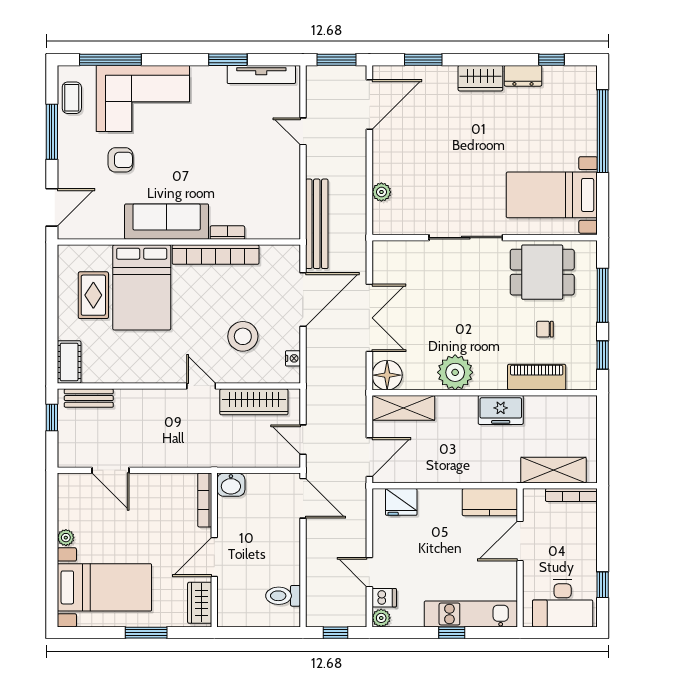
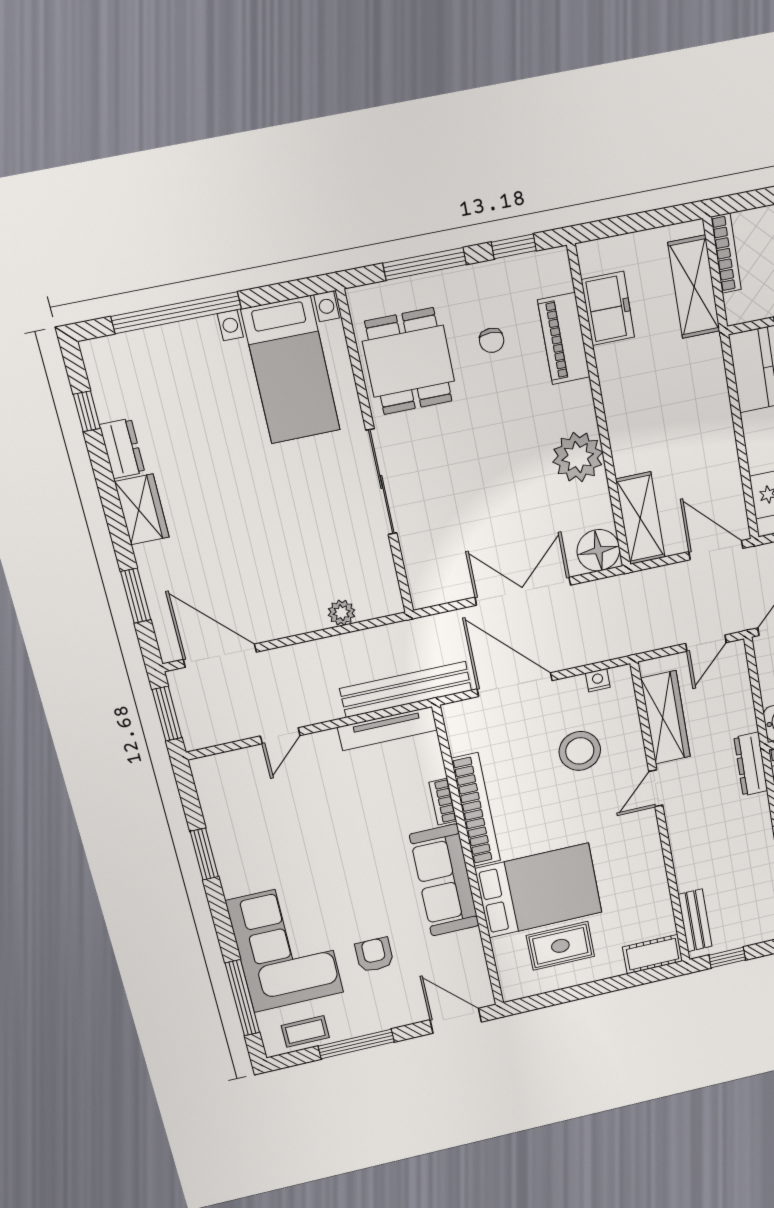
tv unit: (261, 75) -> (388, 729), moved, turned 90
freezer: (501, 410) -> (608, 308), moved
dresser: (204, 458) -> (751, 764), added

